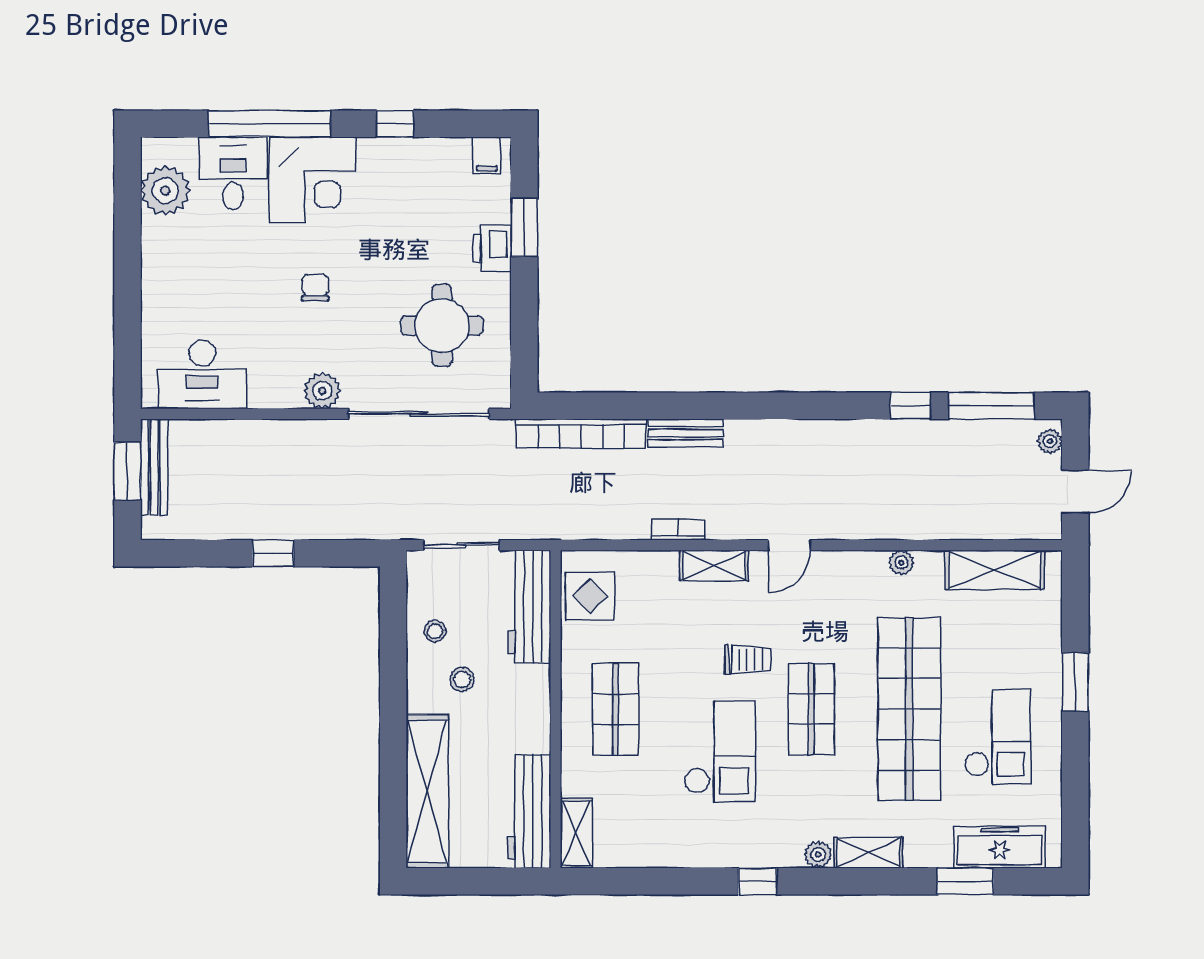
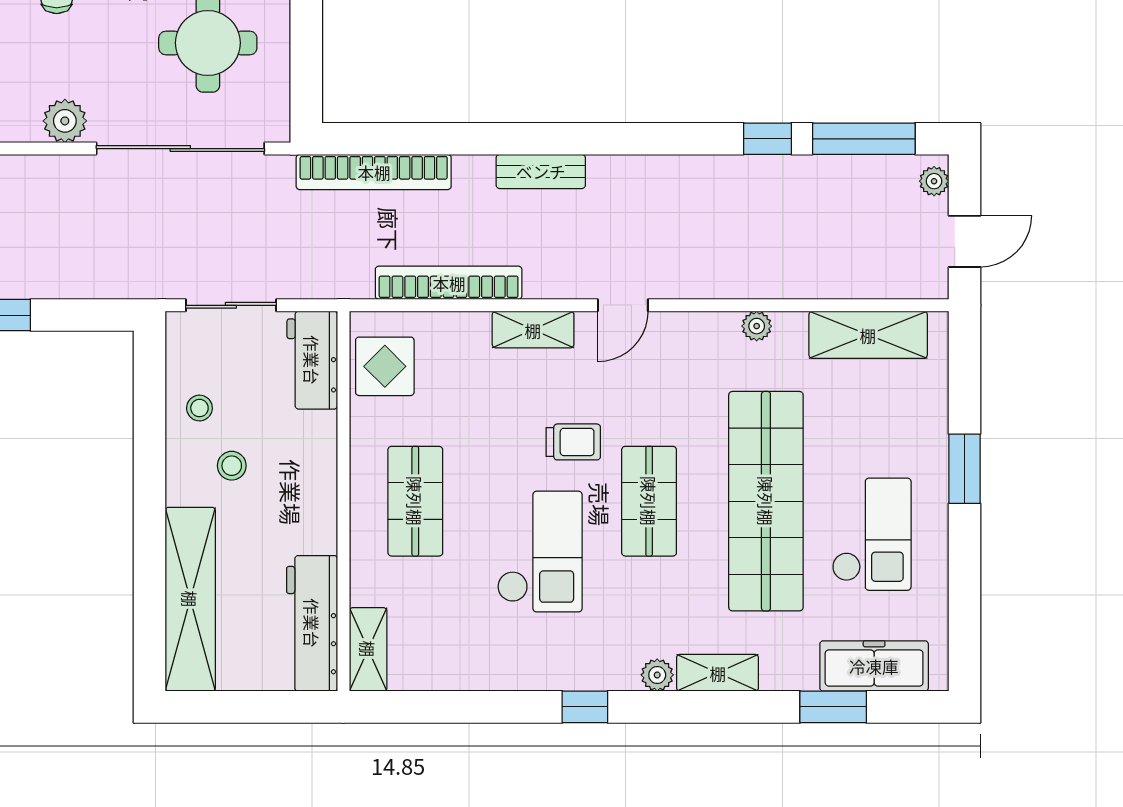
bench: (686, 433) -> (541, 171), moved
bookcase: (678, 530) -> (449, 283), width x2.31, depth x1.31
workbench: (529, 606) -> (312, 360), width x0.73

